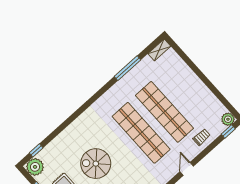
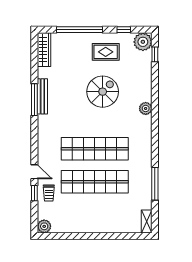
plant: (80, 123) -> (146, 108), added
window: (228, 131) -> (34, 193), moved
door: (187, 169) -> (34, 172), moved

